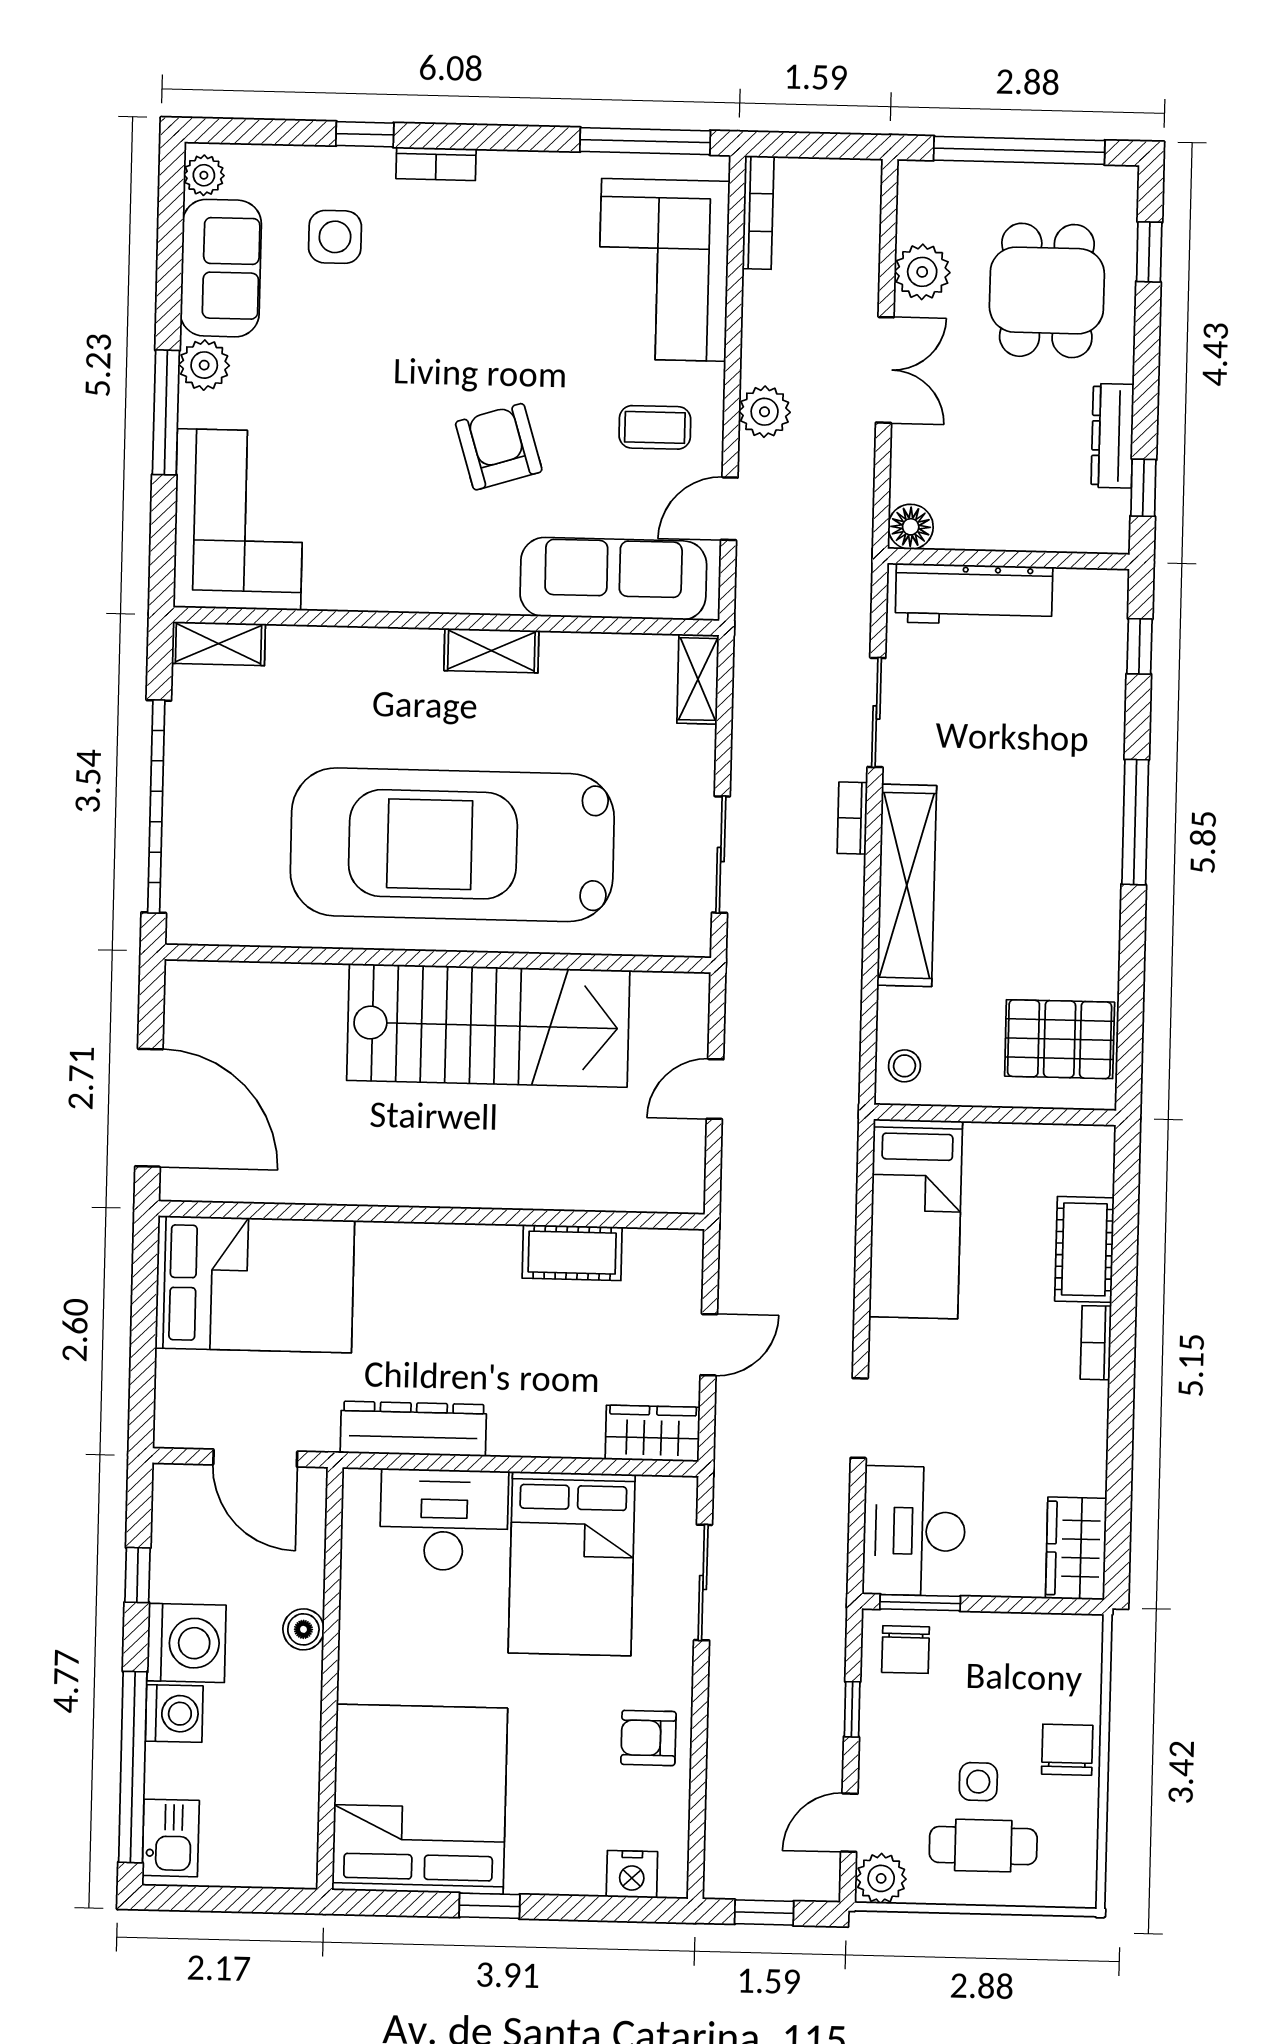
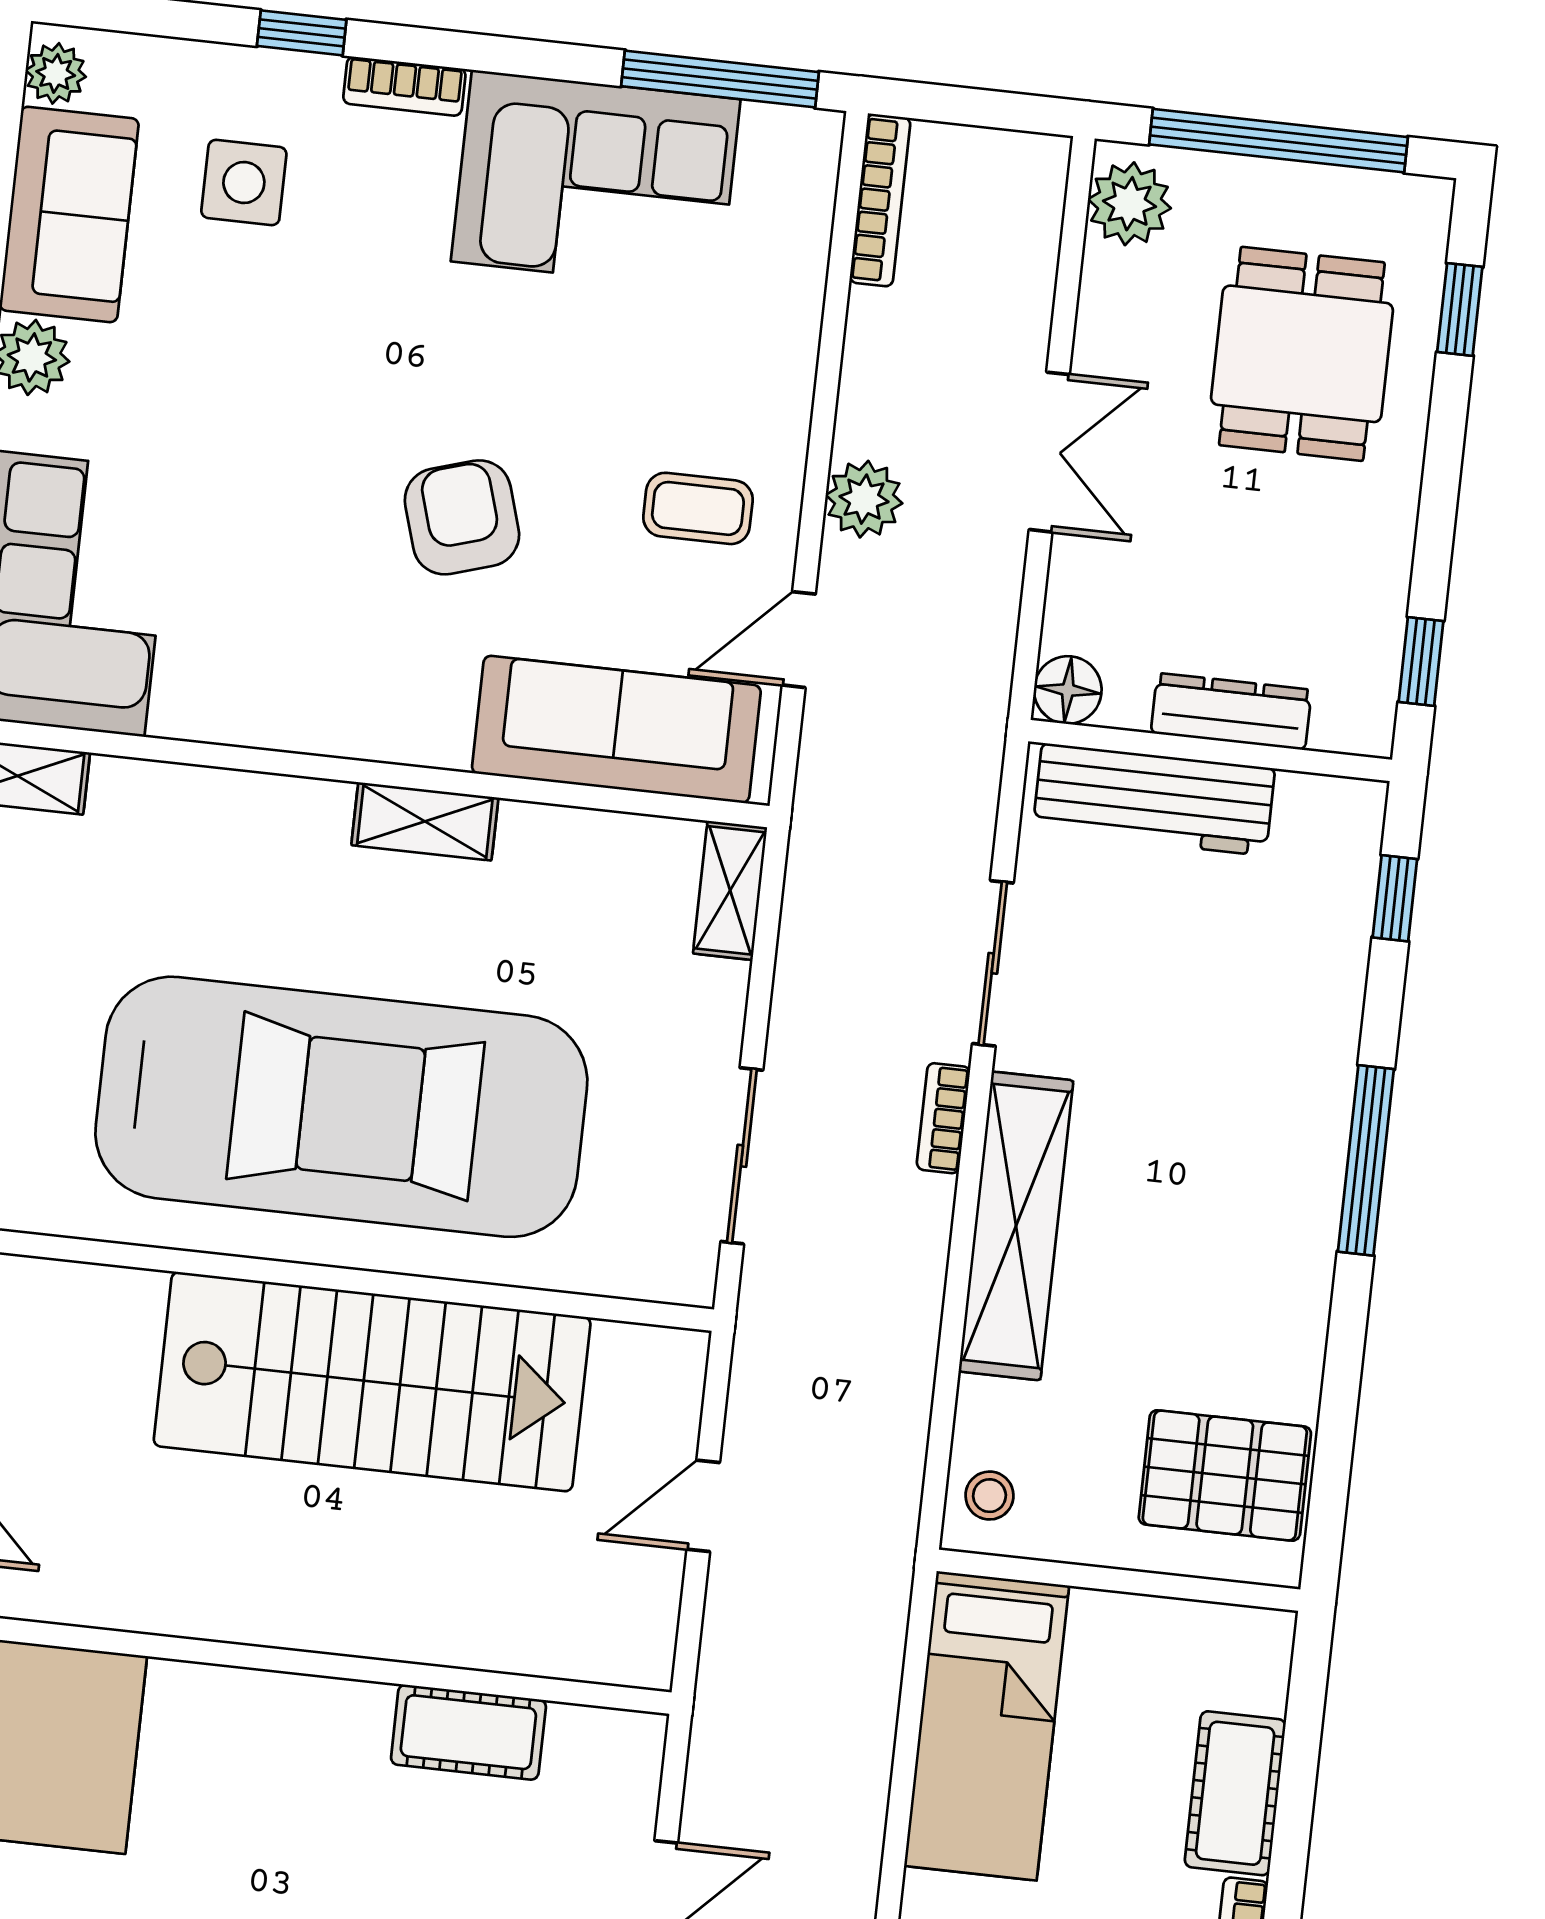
corner sofa: (664, 270) -> (596, 180), moved, turned -90
plant: (922, 272) -> (1130, 204), moved
dresser: (1112, 436) -> (1231, 711), moved, turned 90
car: (452, 845) -> (341, 1107), turned 180

